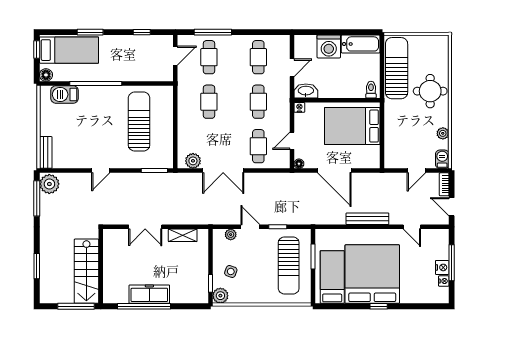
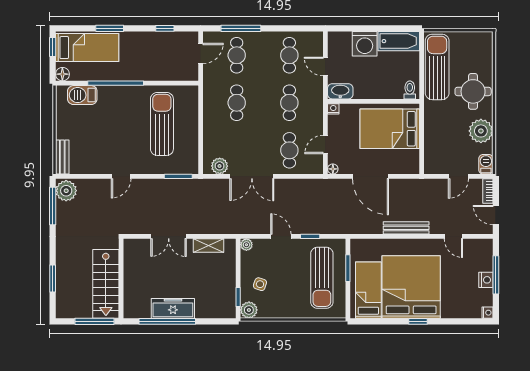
door: (292, 68) -> (325, 67), swing flipped
plant: (443, 133) -> (481, 131), width x1.88, depth x1.88
plant: (231, 235) -> (246, 245), moved
nightstand: (444, 281) -> (488, 313), moved

